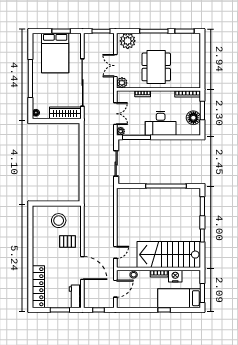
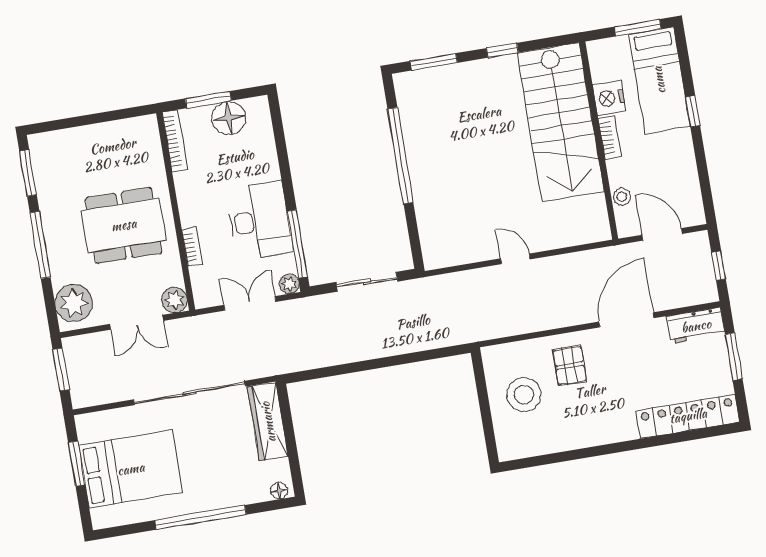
desk: (161, 123) -> (259, 221), moved
door: (115, 252) -> (515, 259), moved

